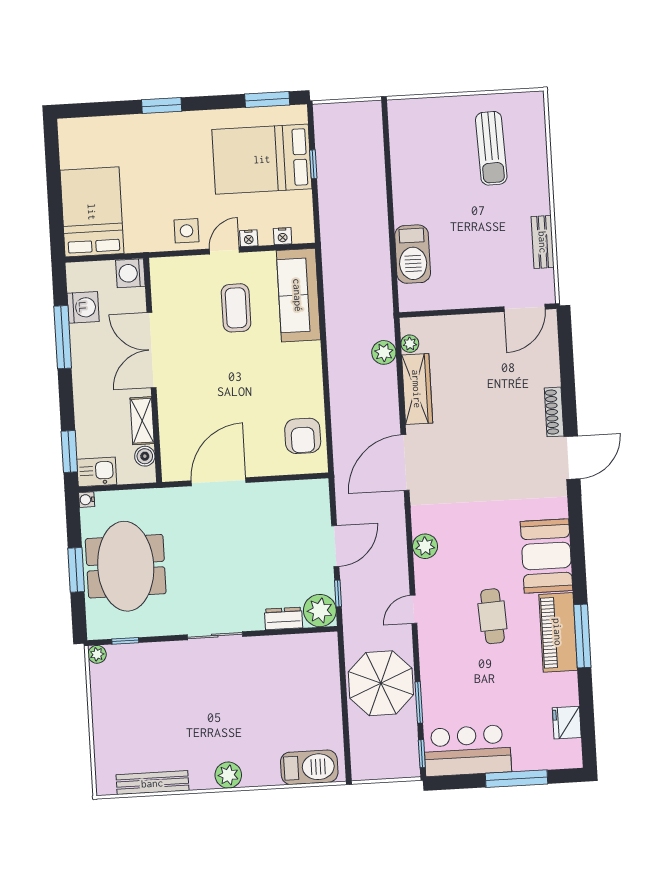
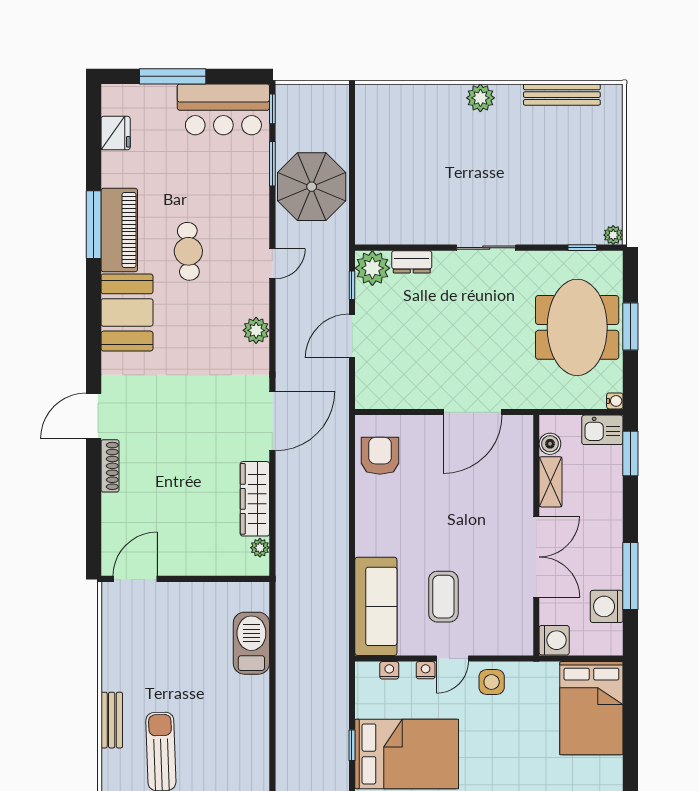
bench: (543, 242) -> (112, 720), moved
plant: (384, 352) -> (288, 540), removed
barbecue: (309, 767) -> (393, 101), removed

